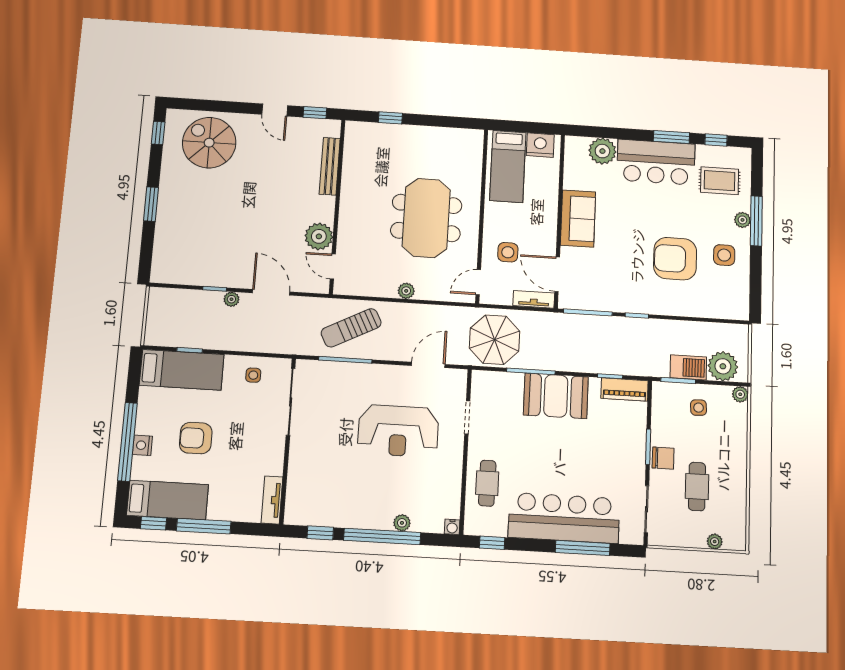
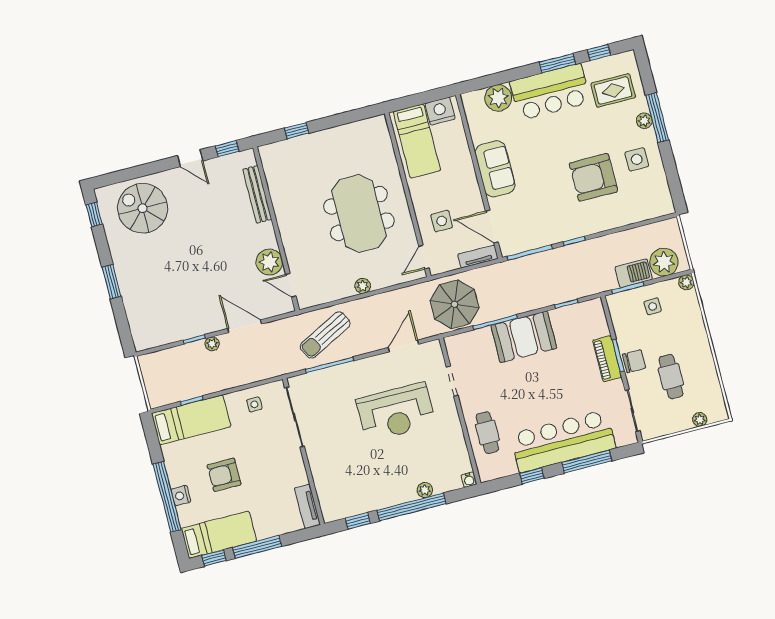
piano: (625, 389) -> (607, 359), moved, turned 90
window: (492, 543) -> (532, 476), moved

